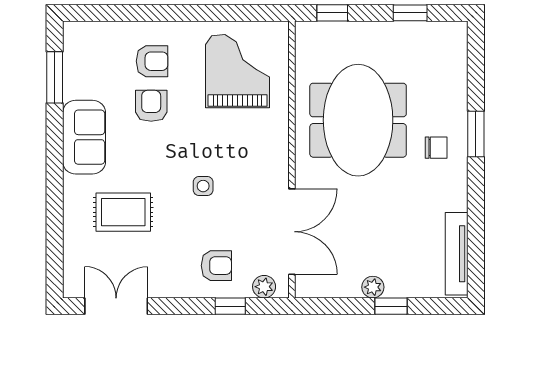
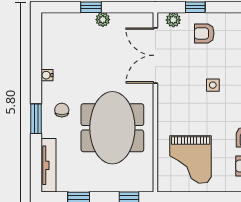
chair: (436, 148) -> (62, 110), turned 90
water cooler: (459, 201) -> (47, 75), added
tv unit: (457, 254) -> (48, 165), moved

